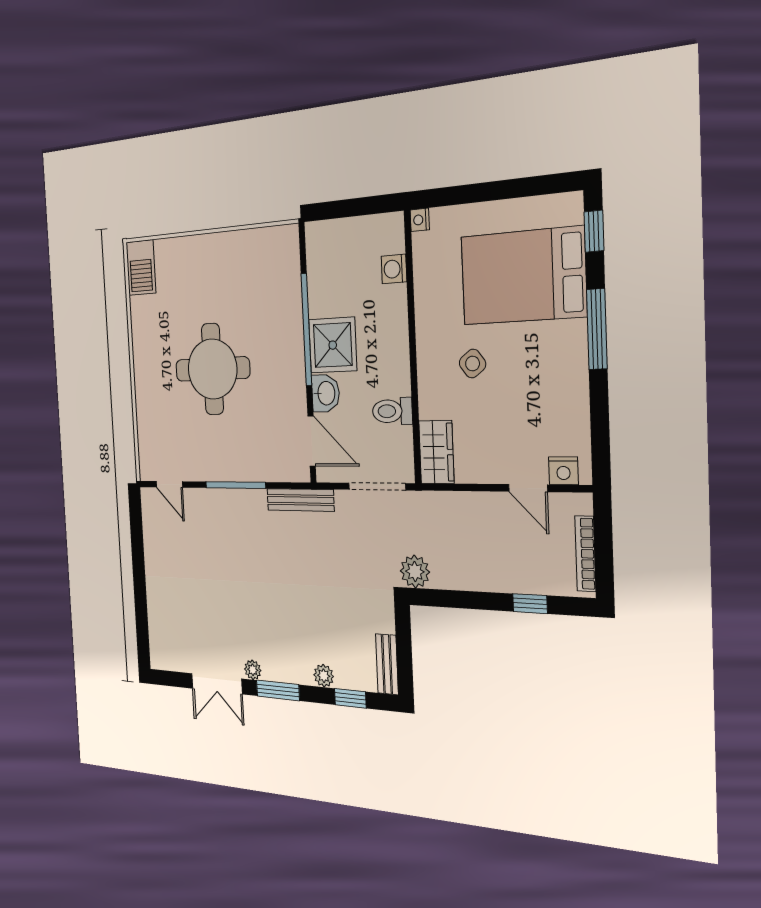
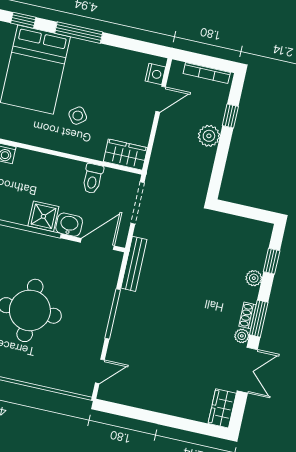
shower: (333, 345) -> (43, 216), width x0.73, depth x0.73
plant: (415, 571) -> (209, 136), moved
wardrobe: (169, 657) -> (222, 408), added
bench: (387, 664) -> (253, 227), removed
shoe rack: (278, 674) -> (247, 315), added

